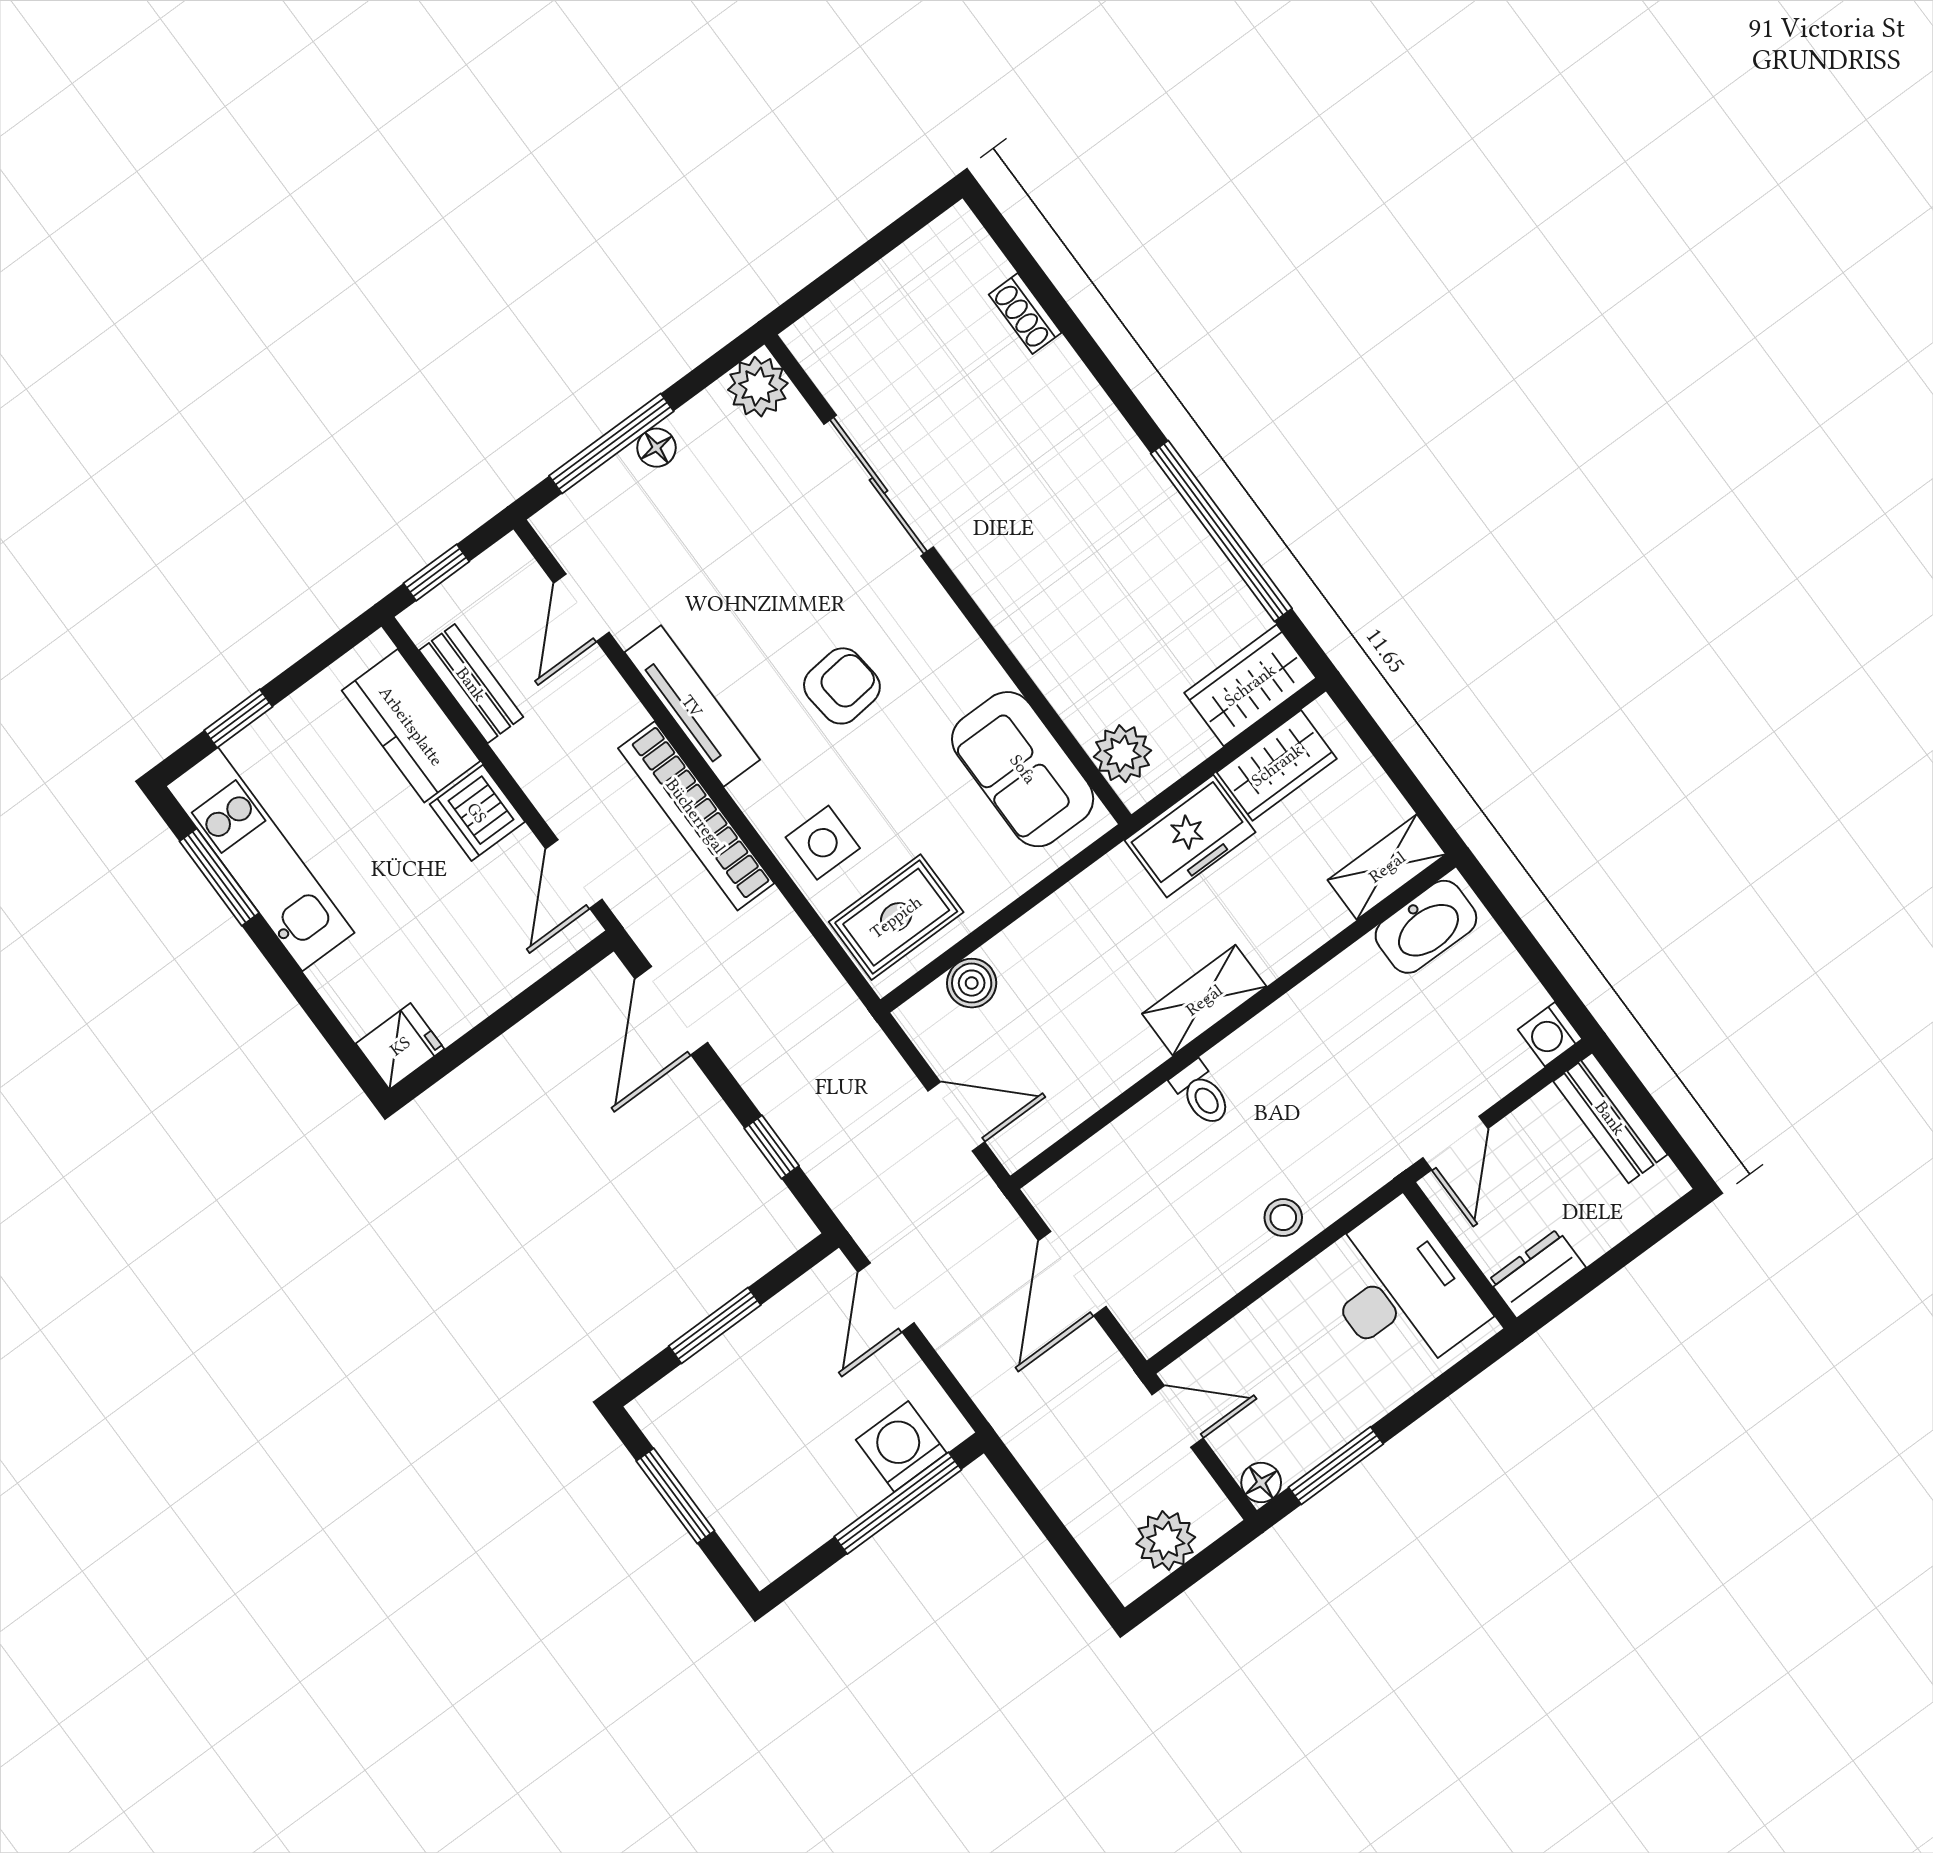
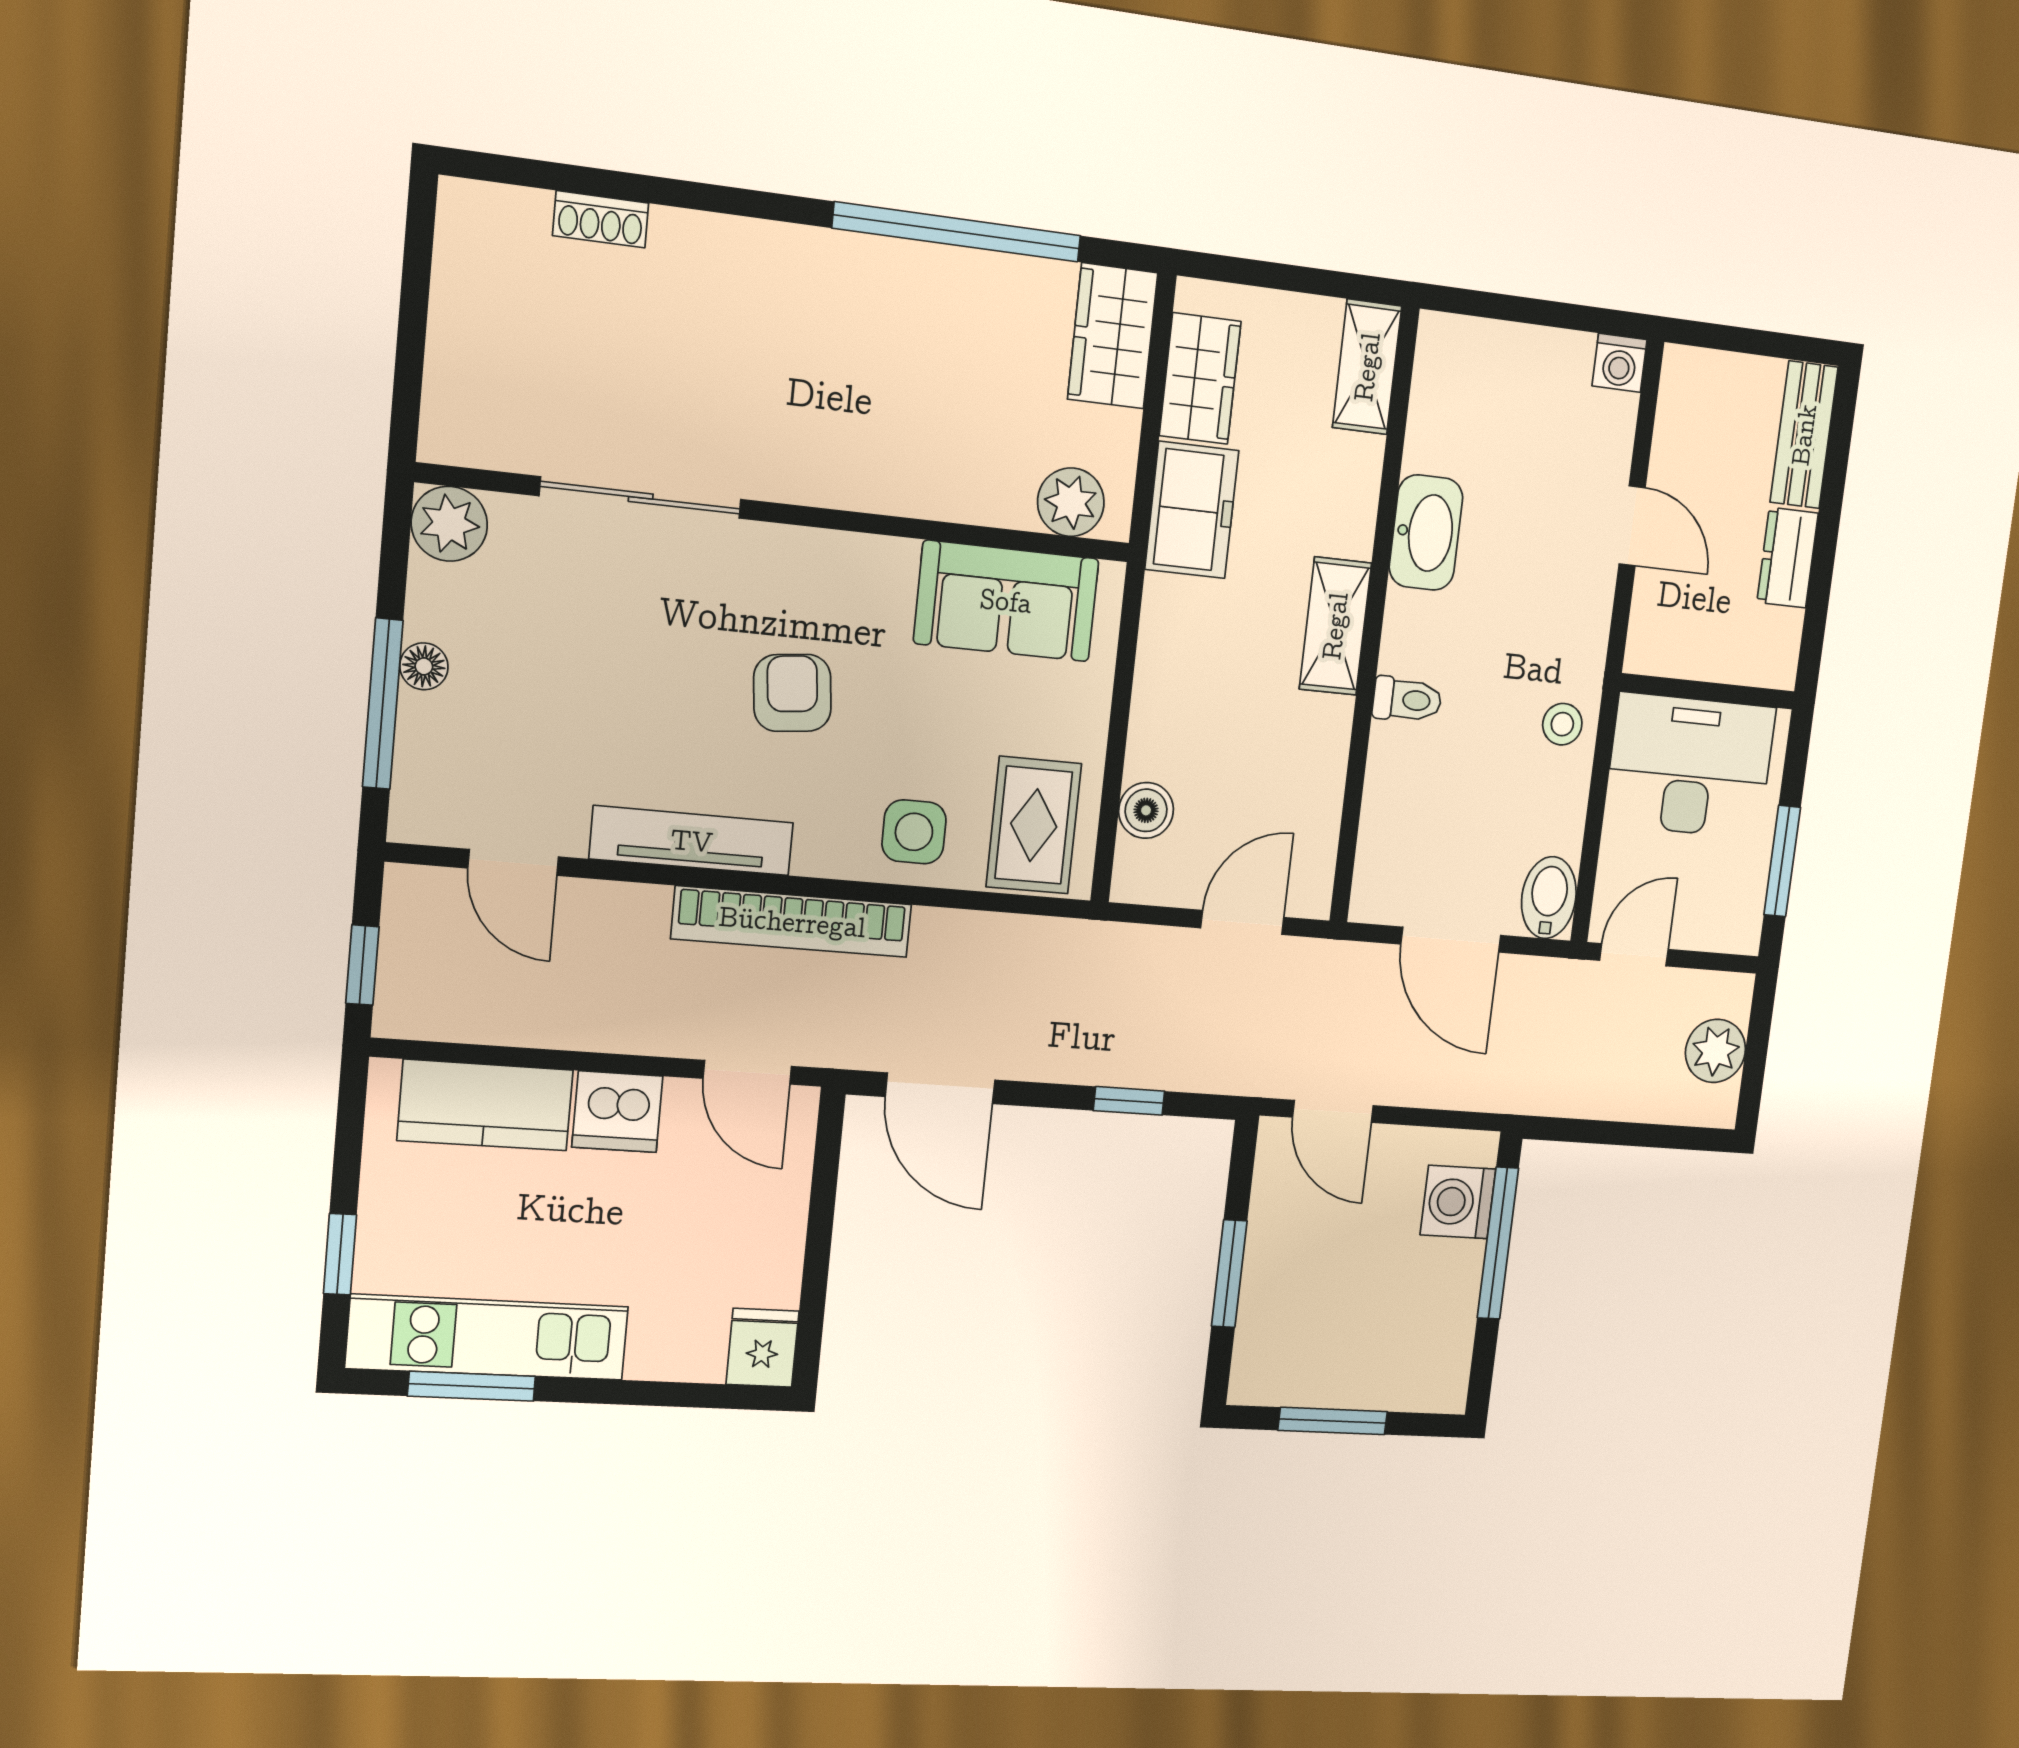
bench: (471, 684) -> (495, 1020), removed
washbasin: (1426, 927) -> (1426, 533), moved
bench: (1610, 1118) -> (1804, 435), moved, turned 90
wall: (1460, 1255) -> (1707, 691), moved
desk: (1400, 1290) -> (1690, 766), moved
bidet: (1161, 1317) -> (1549, 898), added
floor lamp: (1261, 1482) -> (1741, 933), removed

